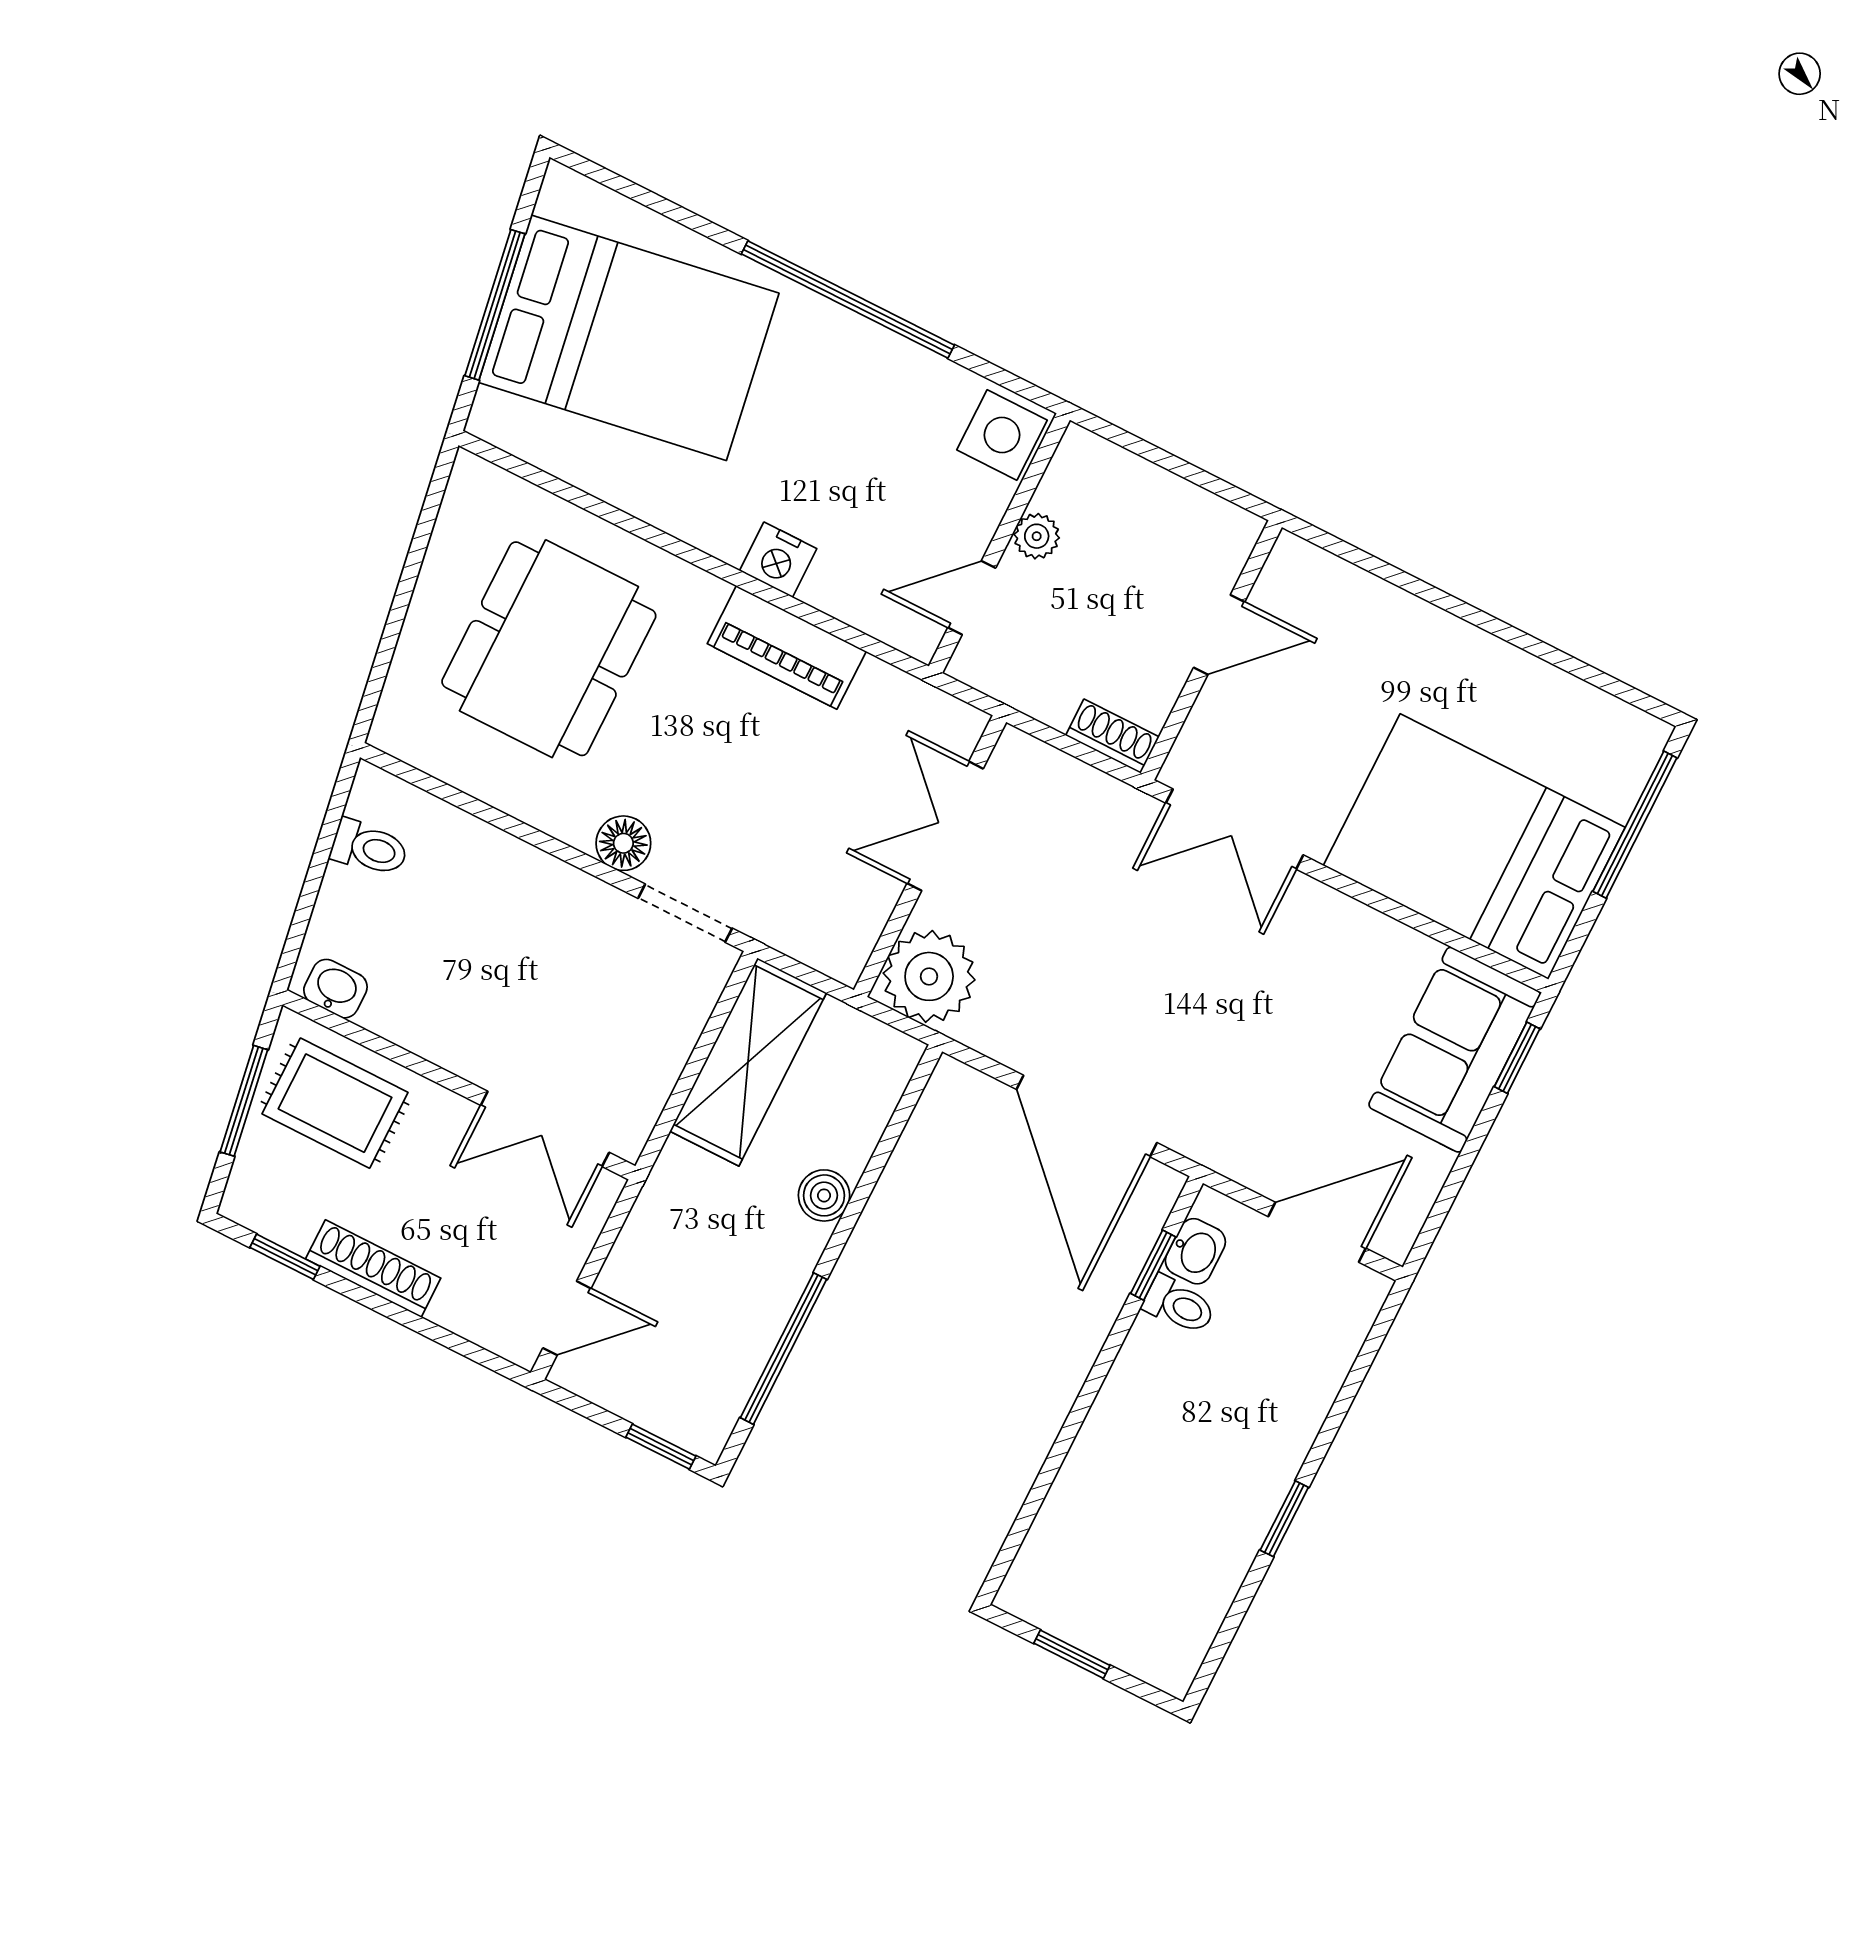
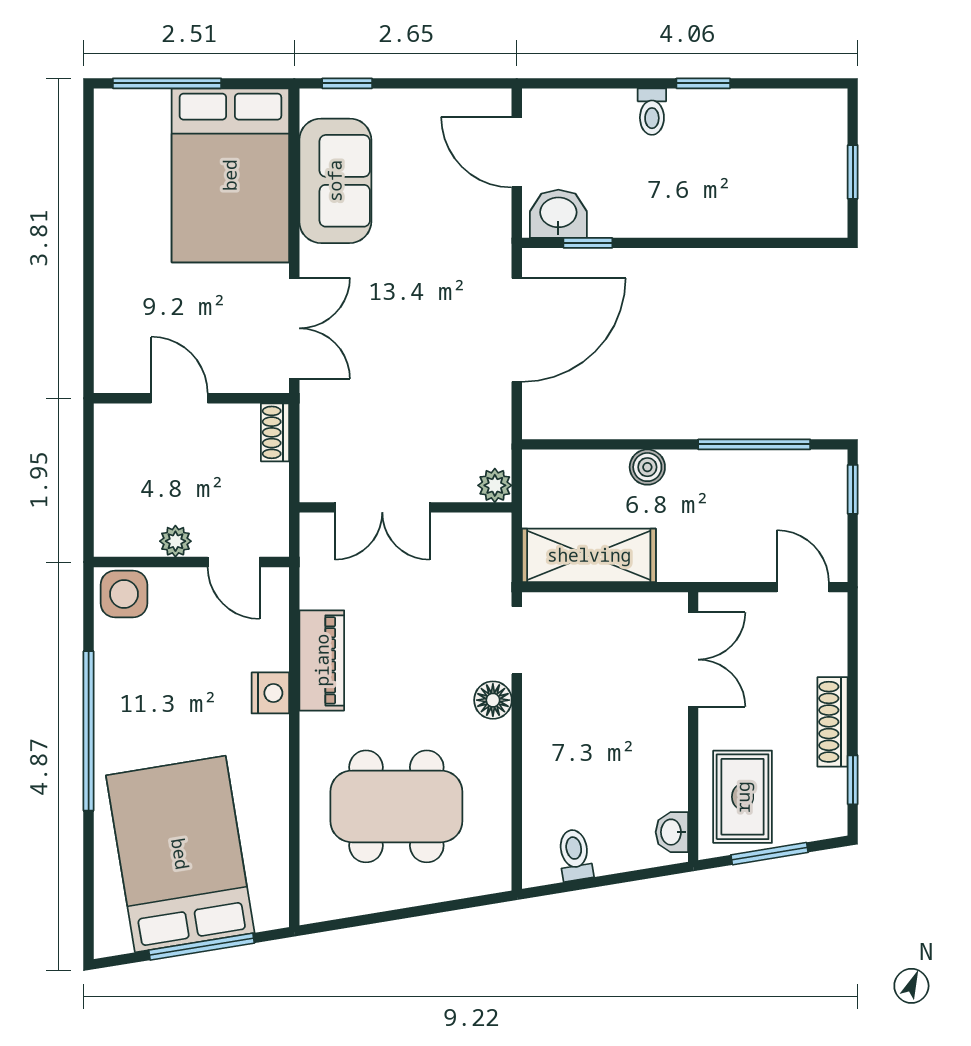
plant: (929, 976) -> (495, 485), width x0.53, depth x0.53
sofa: (1455, 1050) -> (335, 181), moved, turned -90
washbasin: (1195, 1251) -> (558, 214), width x1.38, depth x1.45
toilet: (1179, 1305) -> (652, 112), moved, turned 180

